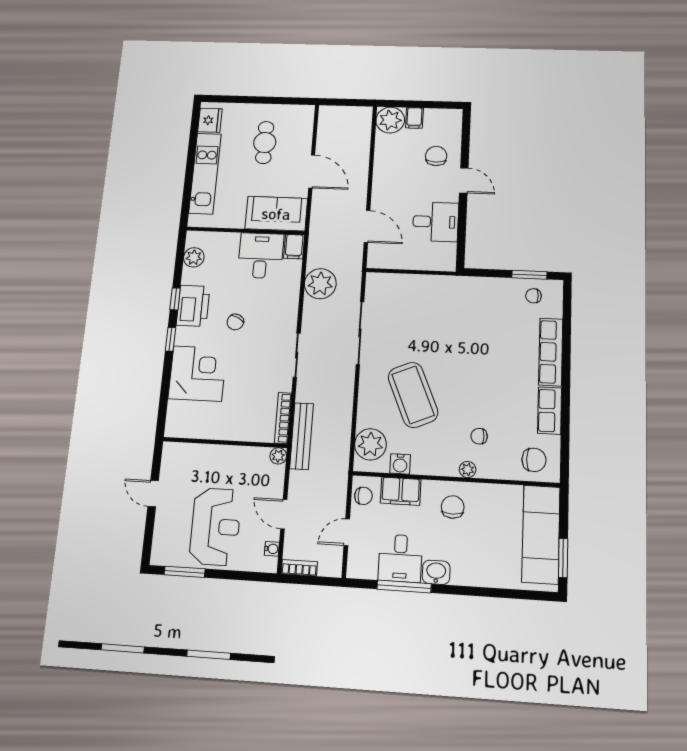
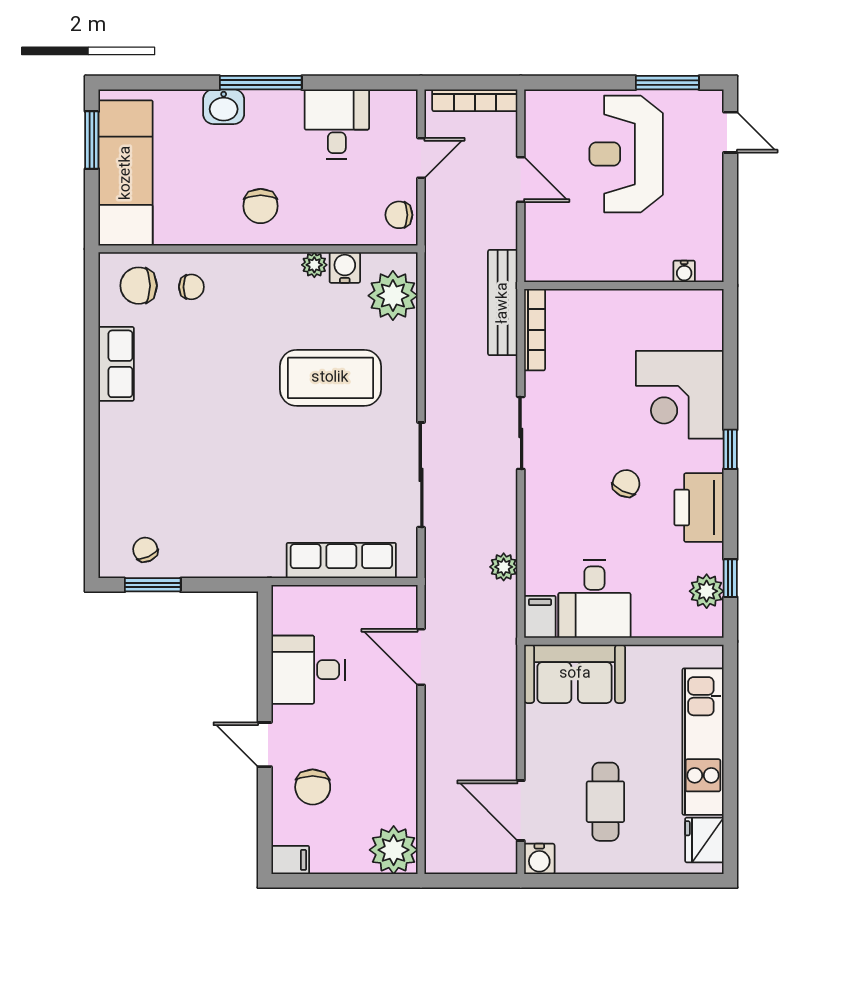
water cooler: (306, 113) -> (539, 859), added
filing cabinet: (414, 118) -> (290, 860), moved, turned 90
door: (312, 172) -> (521, 810), moved
plant: (320, 284) -> (504, 567), width x0.53, depth x0.53
chair: (533, 296) -> (145, 550), turned -115
window: (175, 299) -> (730, 578), moved
row of seats: (551, 352) -> (341, 560), moved, turned -90
coffee table: (413, 395) -> (330, 378), turned -67
chair: (479, 436) -> (191, 287), moved
plant: (278, 456) -> (537, 269), removed
plant: (468, 469) -> (314, 265), moved
filing cabinet: (401, 491) -> (342, 225), removed
door: (153, 494) -> (730, 132), moved
water cooler: (272, 549) -> (684, 271), moved, turned -90
bookcase: (299, 568) -> (475, 100), width x1.56
washbasin: (436, 572) -> (224, 107), moved
window: (404, 587) -> (261, 83), moved

